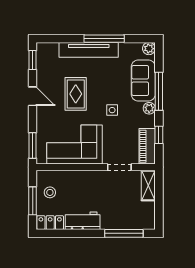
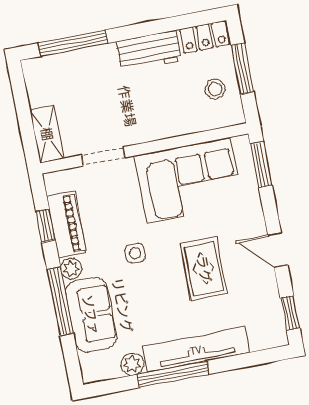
plant: (149, 49) -> (132, 364), moved
piano: (147, 146) -> (66, 224), moved

